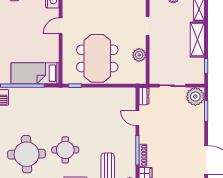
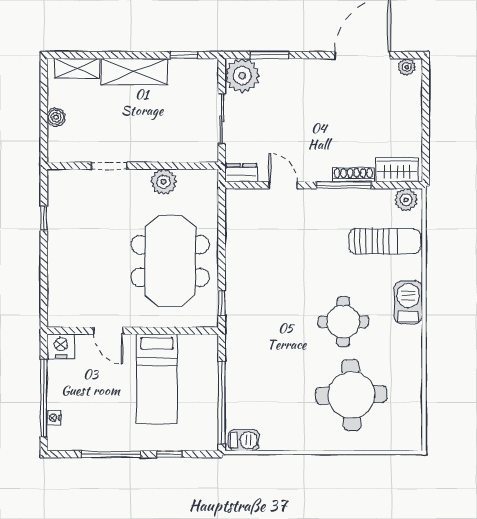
meeting table: (97, 58) -> (170, 261), turned 90
bed: (35, 73) -> (157, 379), moved
door: (137, 118) -> (283, 185), swing flipped

